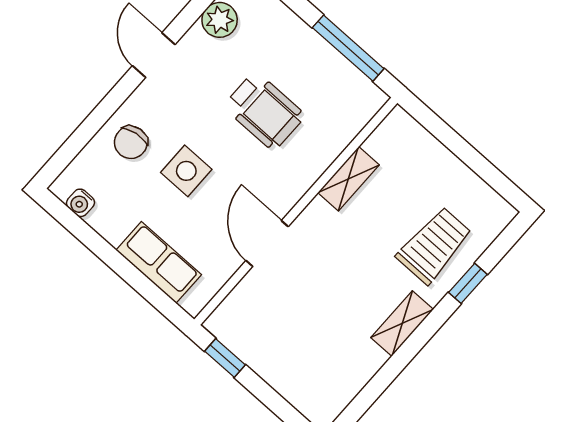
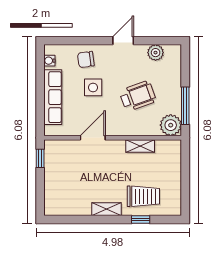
plant: (359, 99) -> (171, 125), added
wheelchair: (264, 111) -> (138, 96), turned -110
row of seats: (159, 262) -> (53, 97), width x1.48

